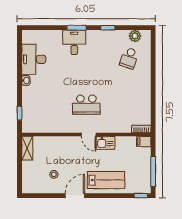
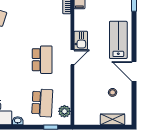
school desk: (44, 105) -> (42, 103), added
plant: (35, 127) -> (64, 111), added
shelving: (27, 148) -> (113, 119), moved

